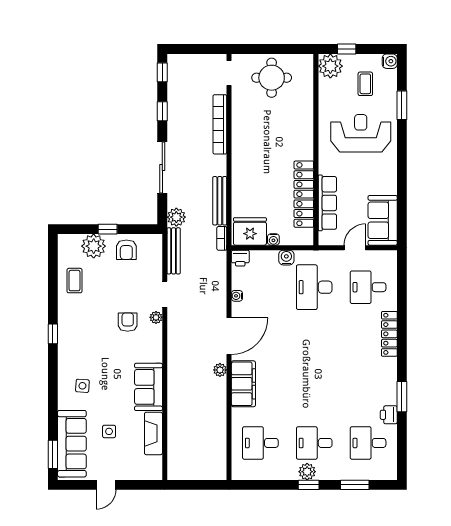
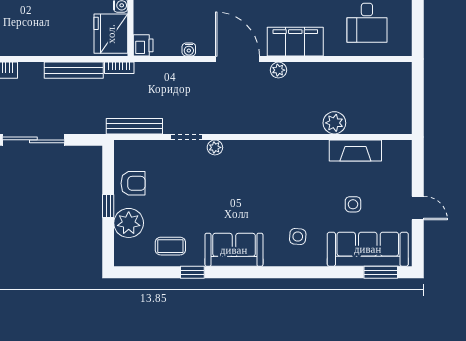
plant: (176, 217) -> (334, 123), moved
armchair: (128, 322) -> (221, 182), removed
window: (53, 334) -> (192, 272), moved
sofa: (148, 387) -> (234, 250), moved, turned 180

